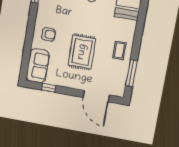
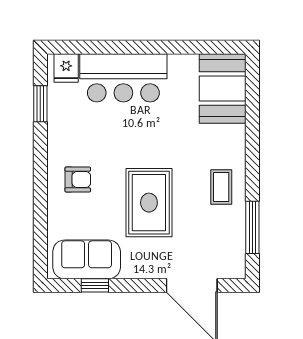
sofa: (38, 66) -> (87, 259), moved, turned -90

